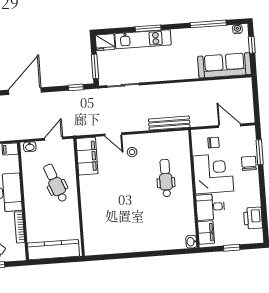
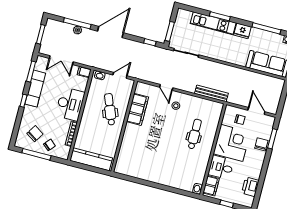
fridge: (105, 42) -> (242, 31), moved
filing cabinet: (87, 156) -> (138, 109), moved

